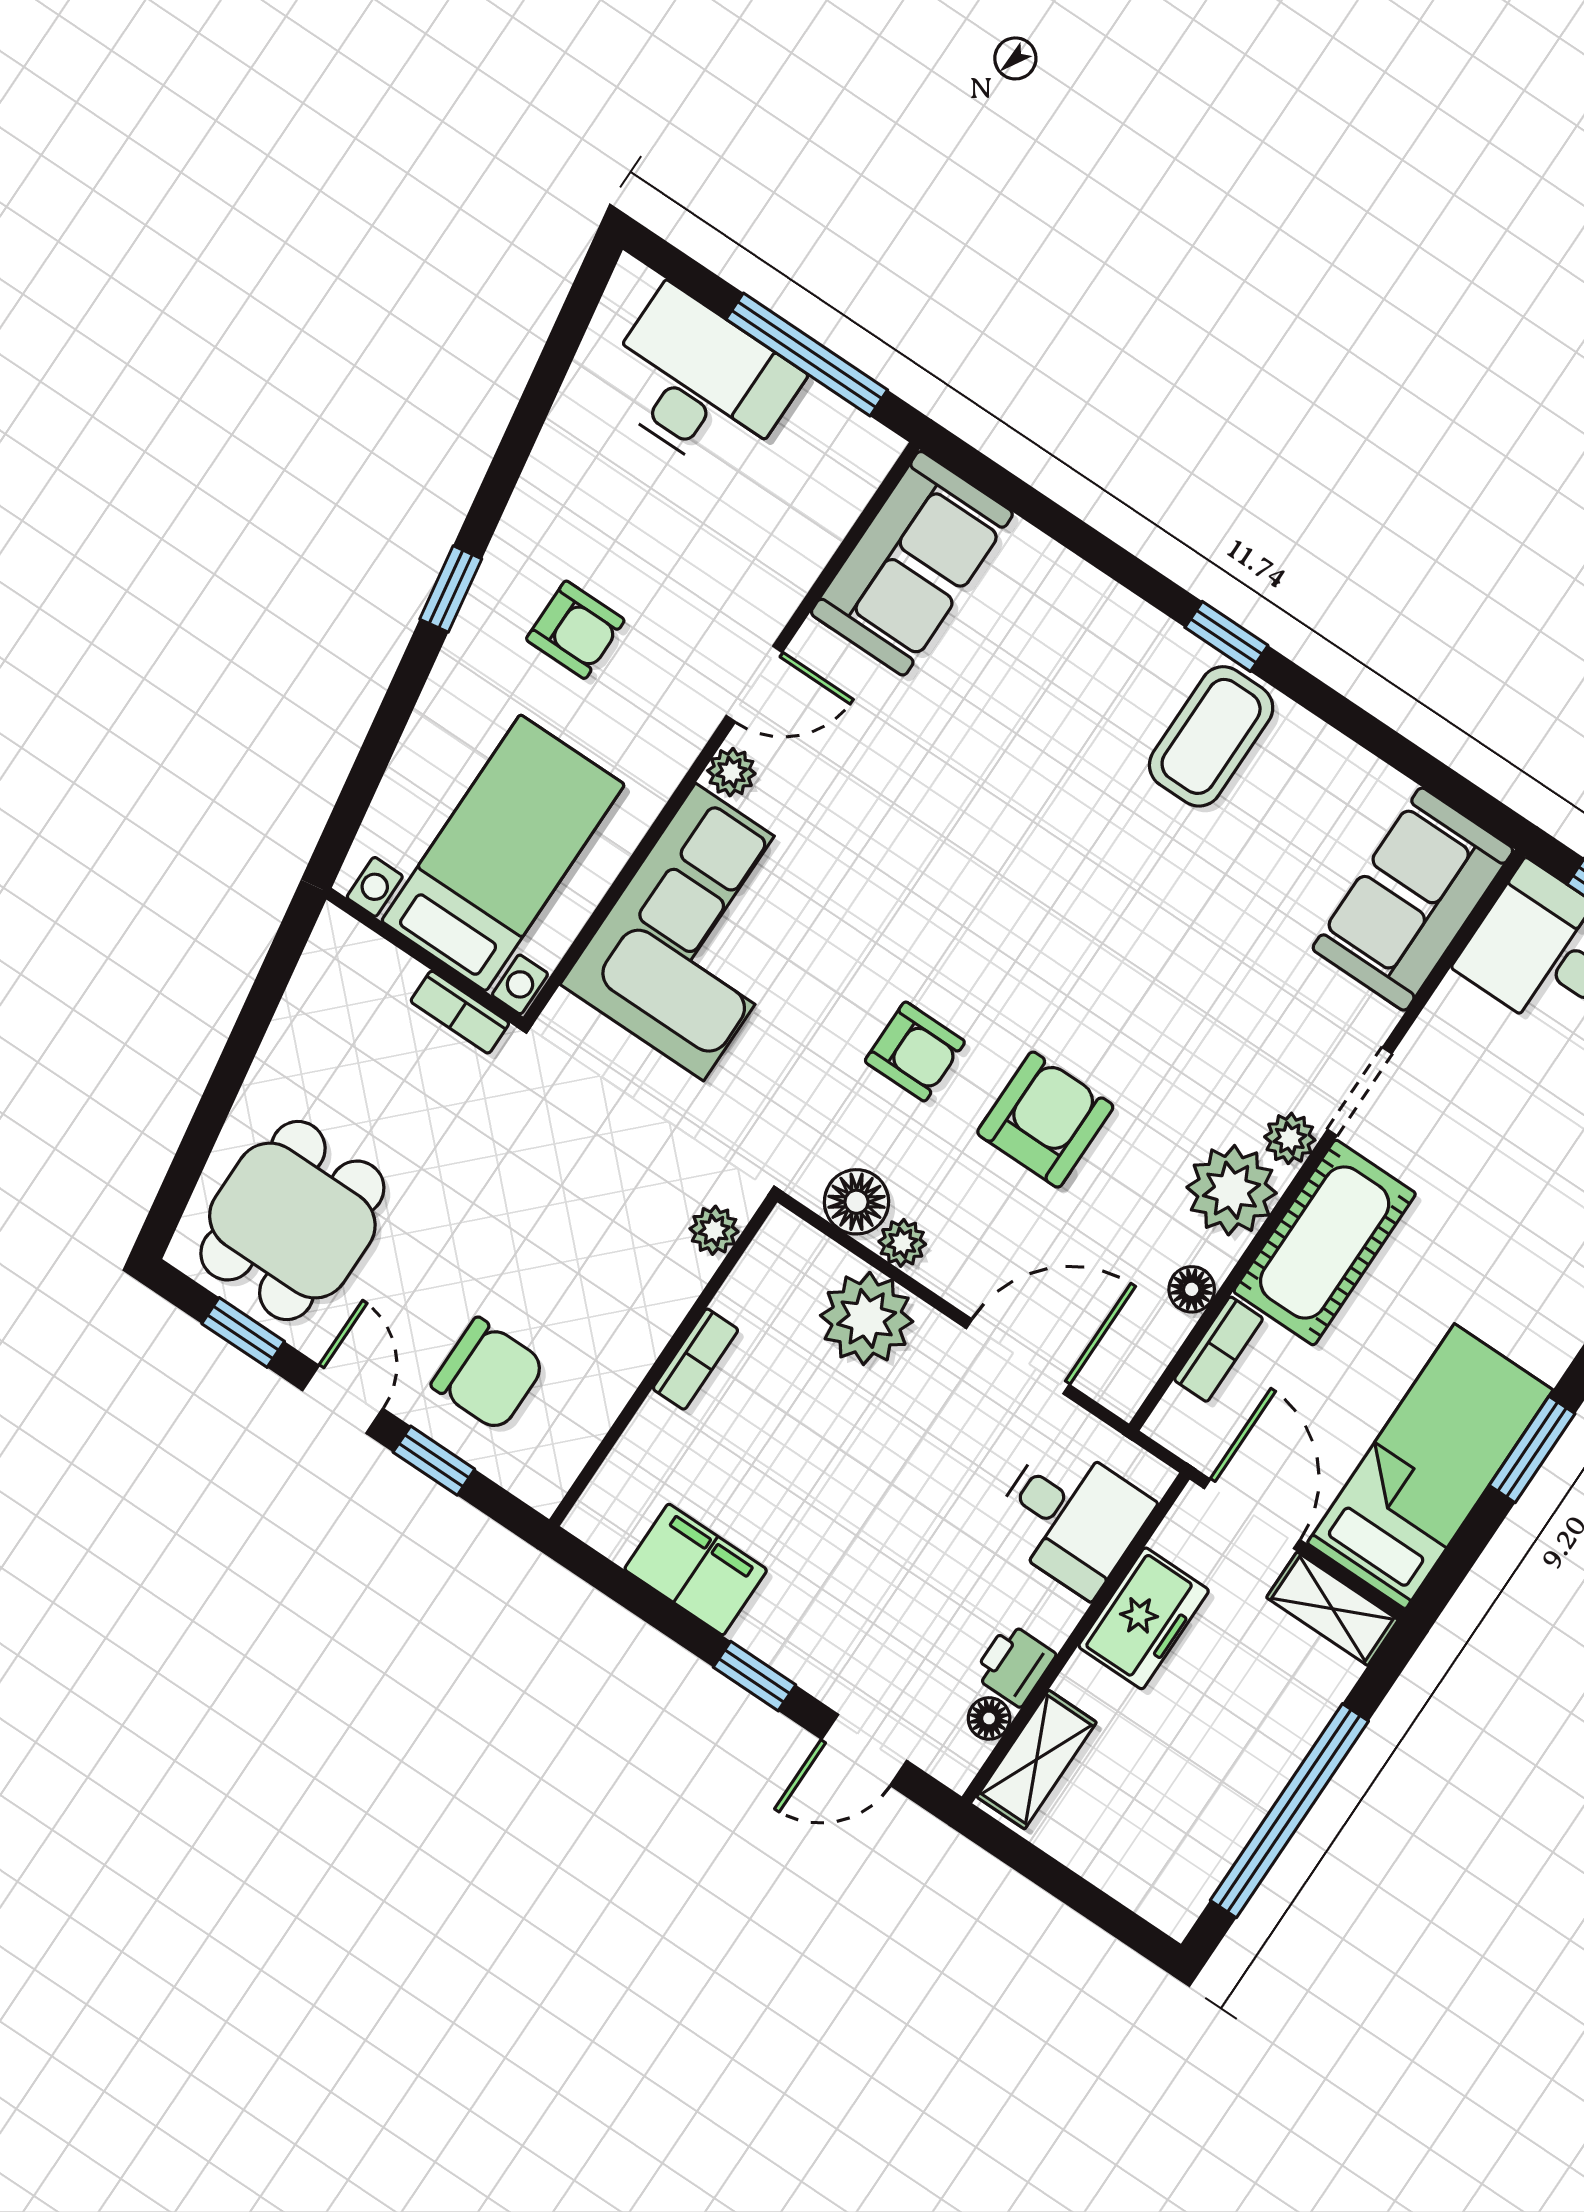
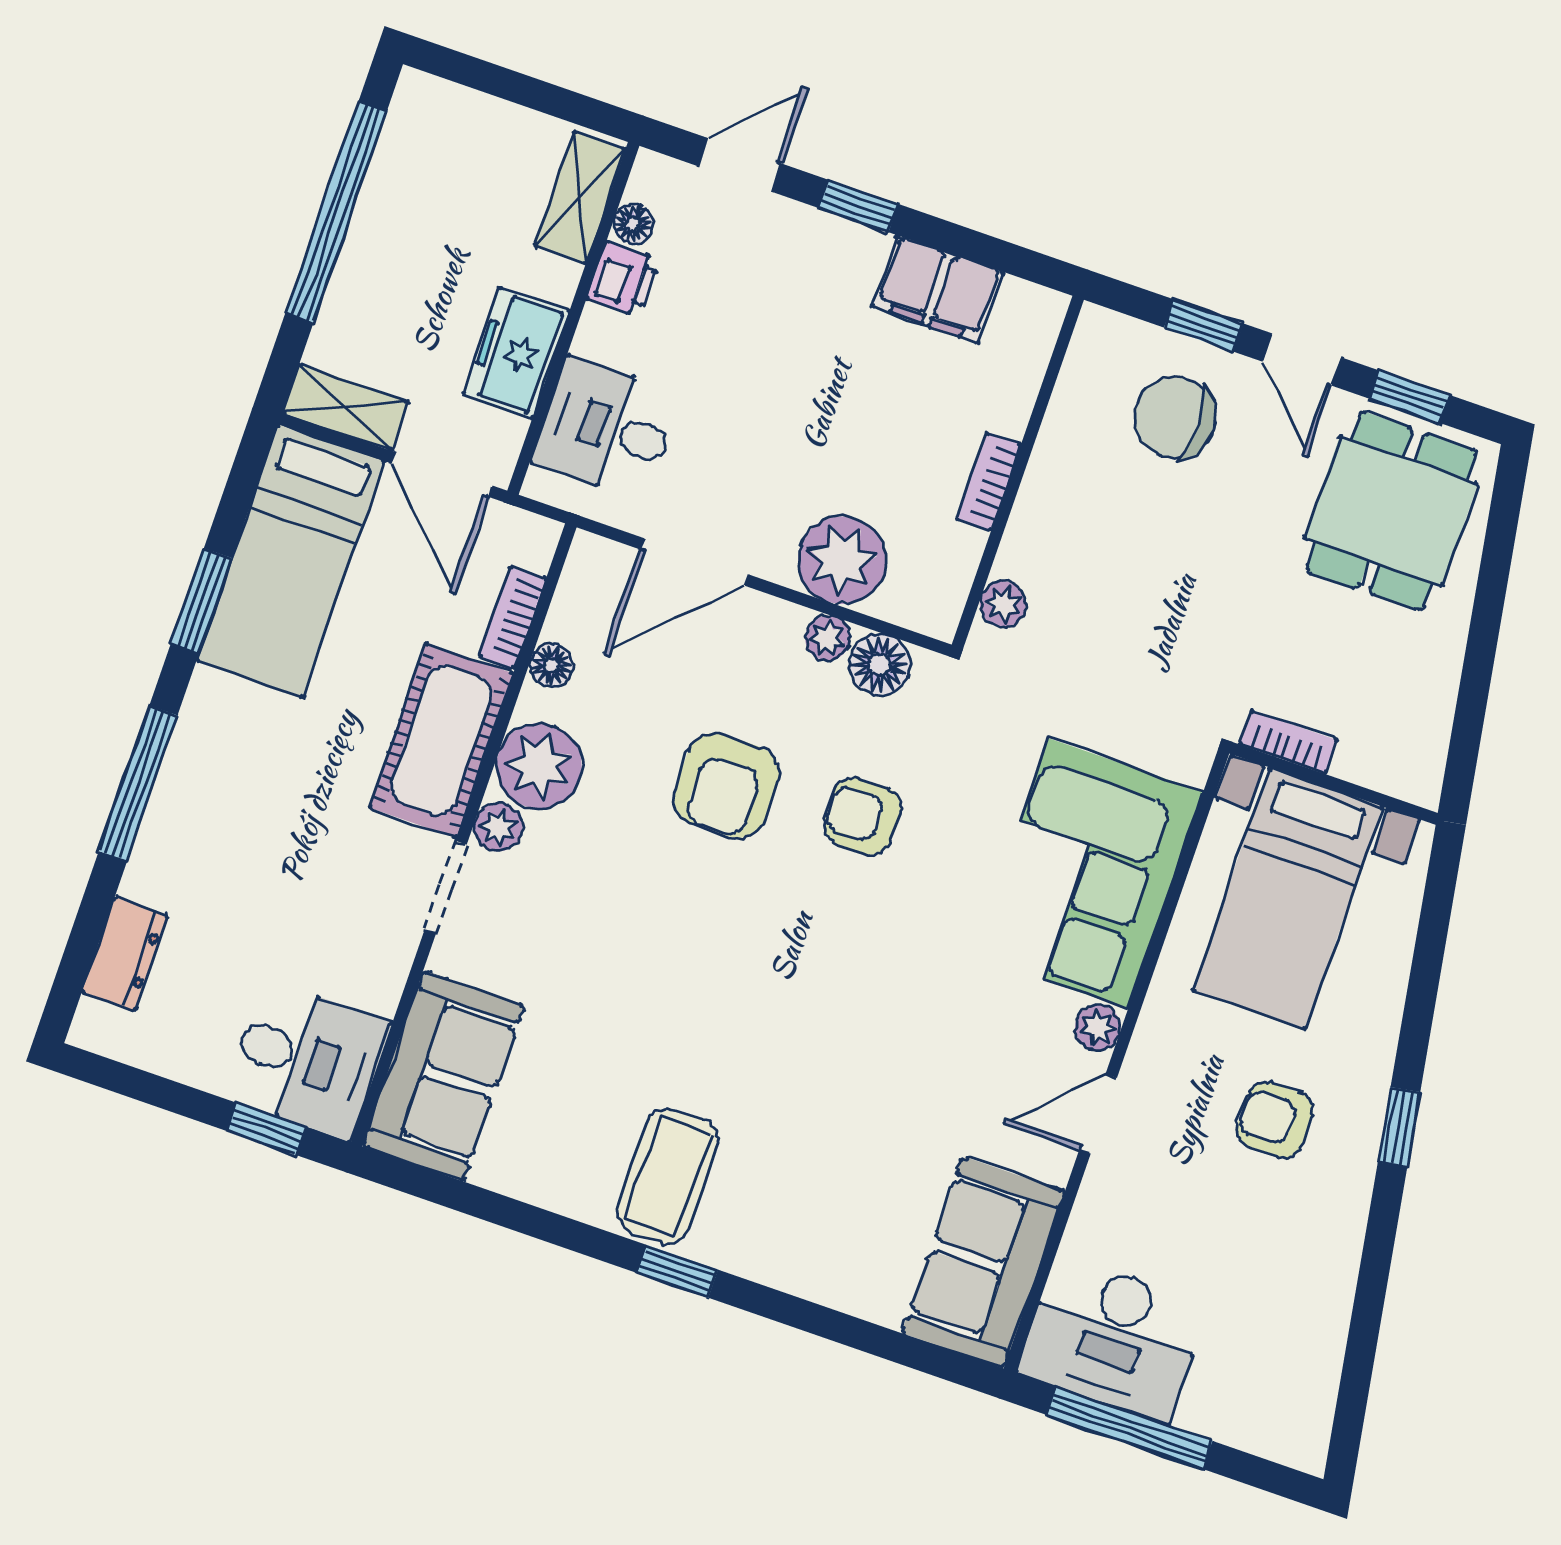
desk: (700, 383) -> (1113, 1339), moved

